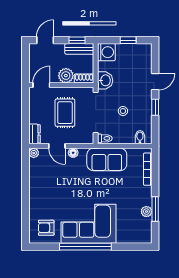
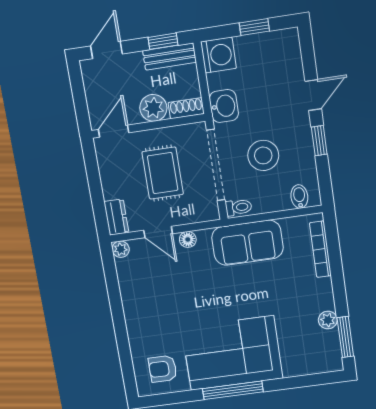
stool: (123, 111) -> (263, 155), width x1.89, depth x1.89
window: (155, 209) -> (345, 337), moved
window: (85, 247) -> (233, 390), width x0.68

